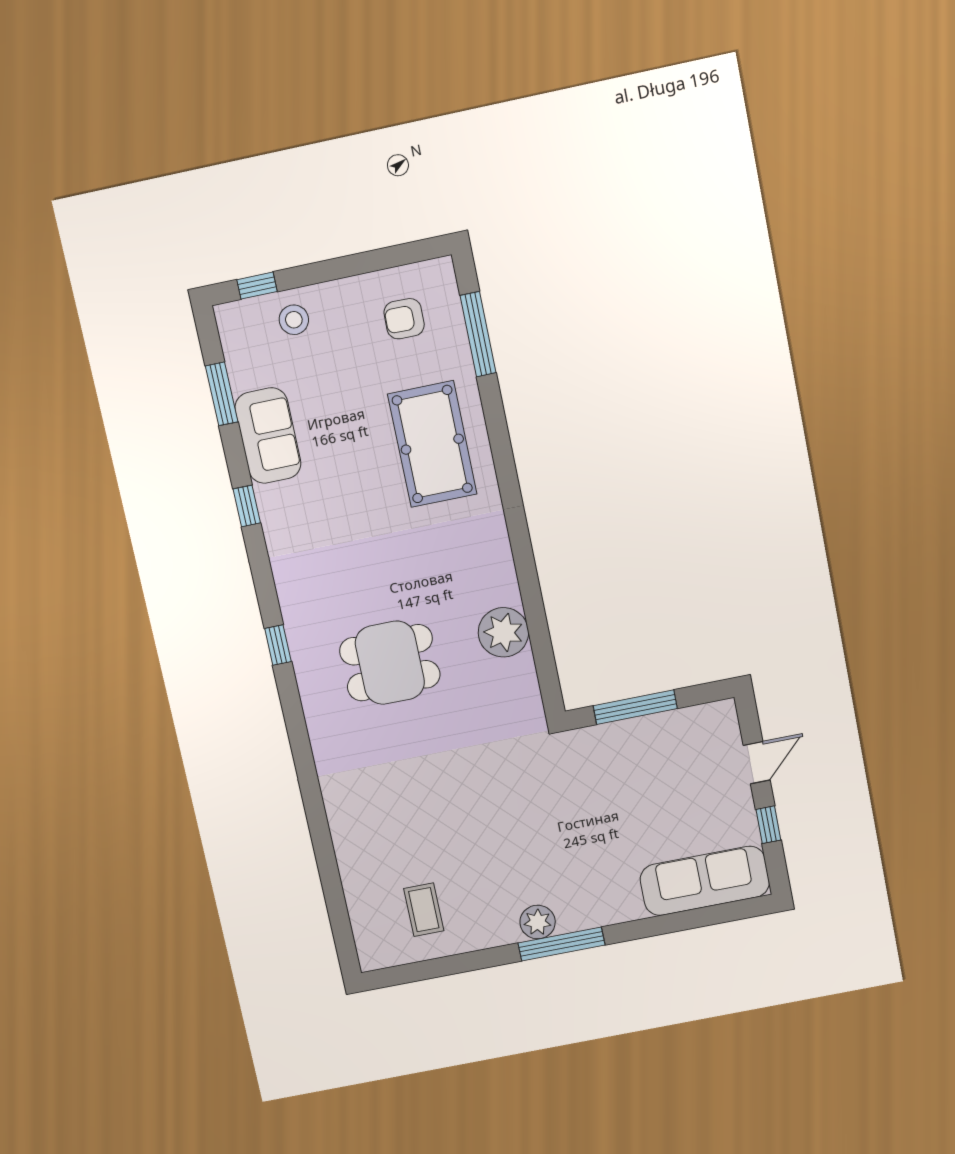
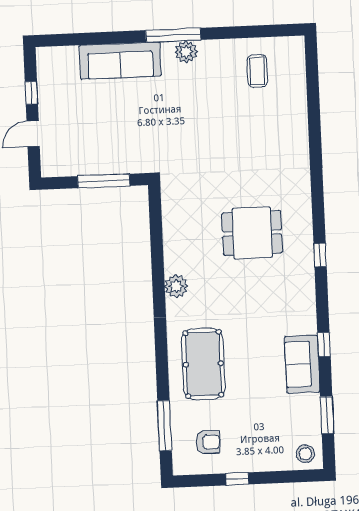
window: (257, 286) -> (237, 479), moved
stool: (294, 320) -> (305, 454), moved
sofa: (268, 436) -> (302, 364), moved
plant: (503, 632) -> (176, 286), moved, width x0.73, depth x0.73
sofa: (705, 881) -> (120, 61), moved

